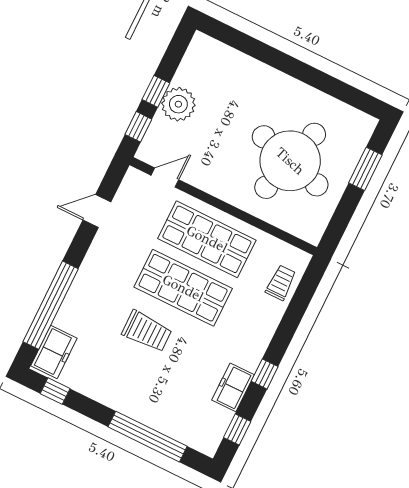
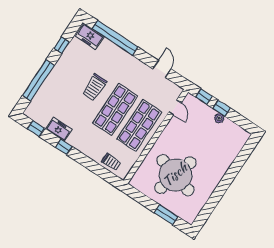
plant: (178, 104) -> (219, 118), width x0.53, depth x0.53
window: (55, 391) -> (62, 45), moved

